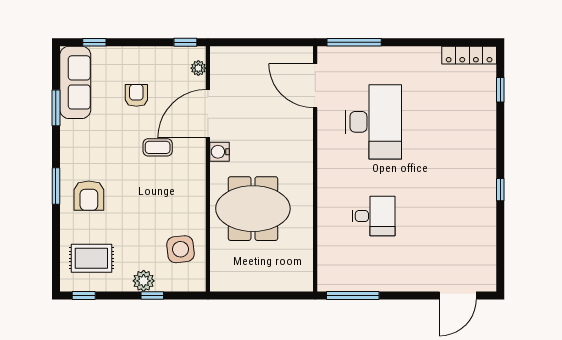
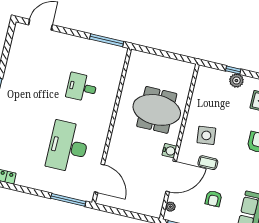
side table: (180, 249) -> (206, 135), moved

